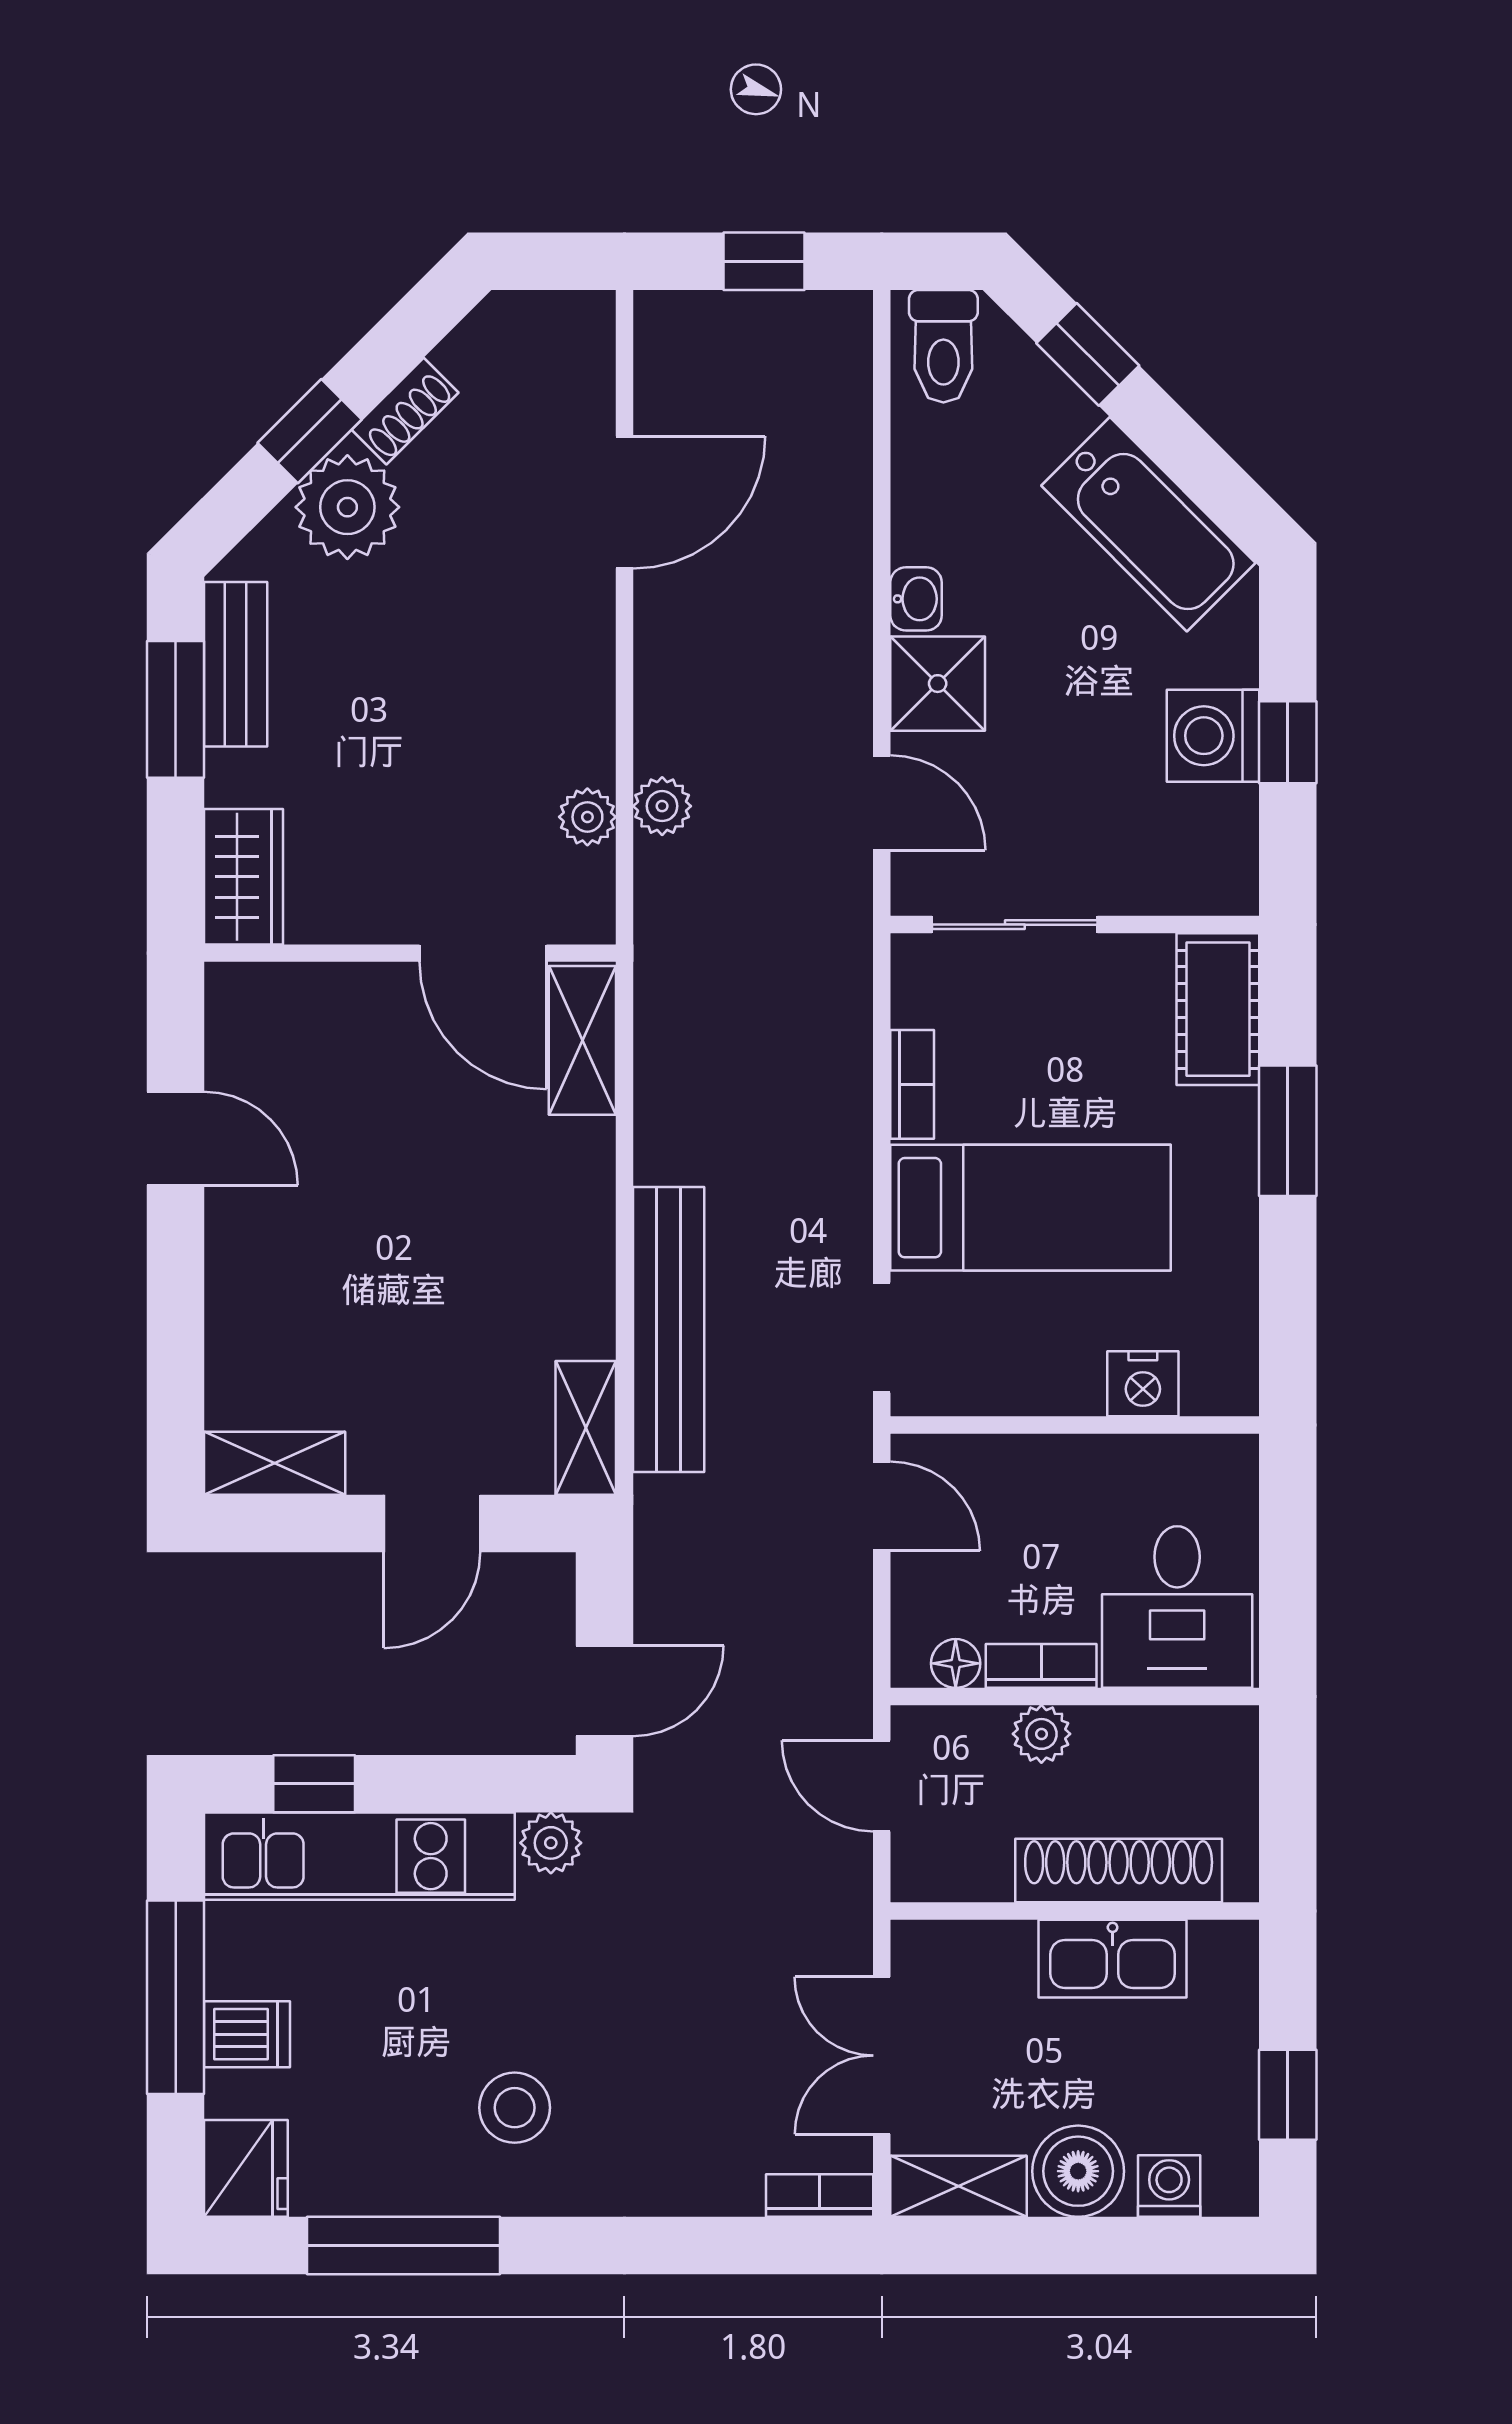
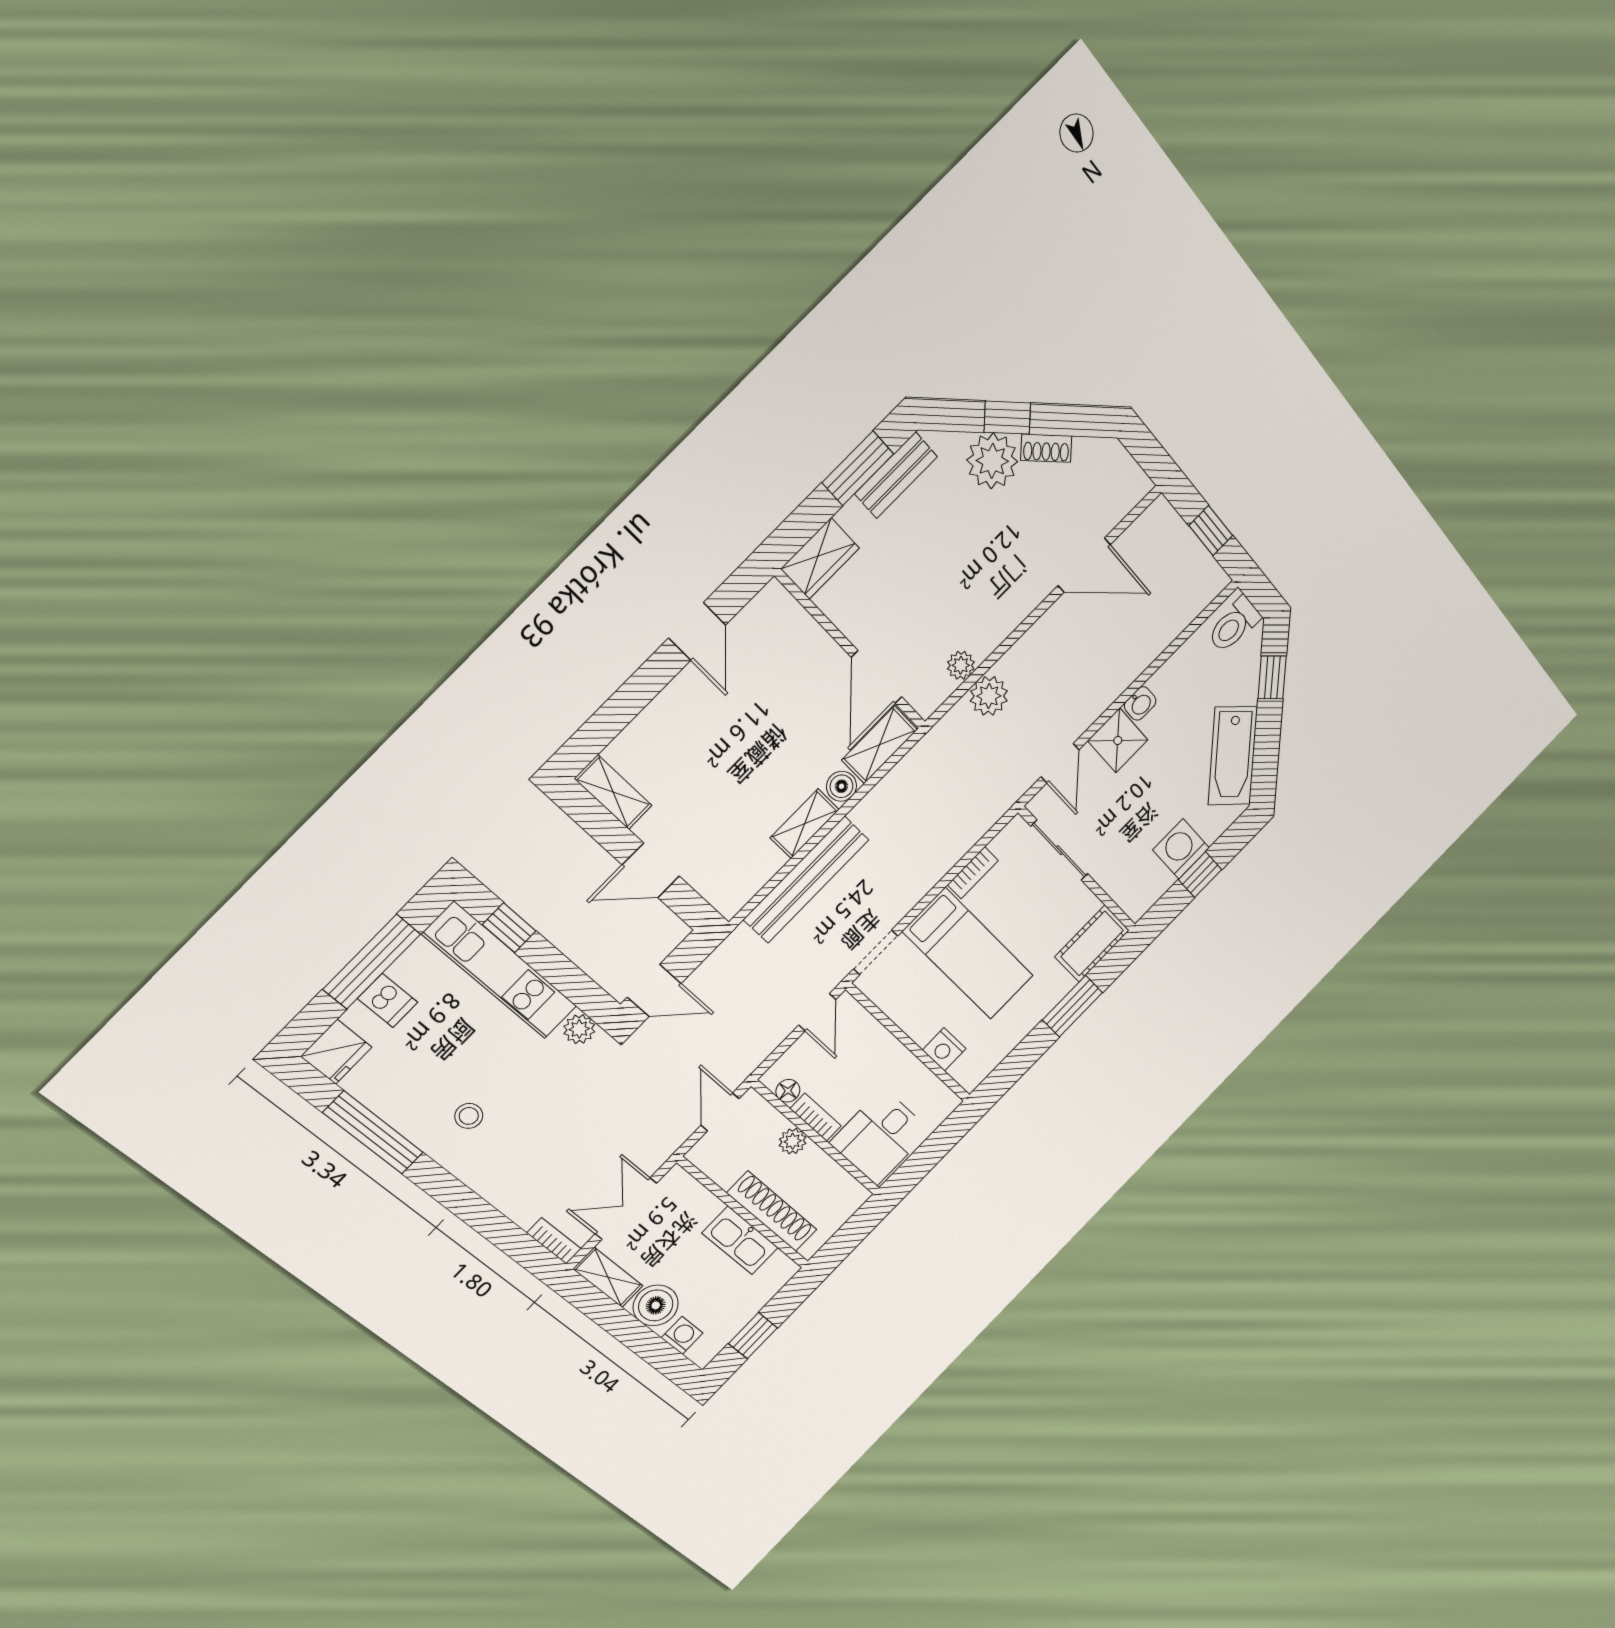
plant: (662, 806) -> (989, 696), width x1.38, depth x1.38
boiler: (586, 1150) -> (841, 786), added
shelving: (586, 1428) -> (805, 824), moved
stool: (515, 2108) -> (469, 1116), width x0.73, depth x0.73

